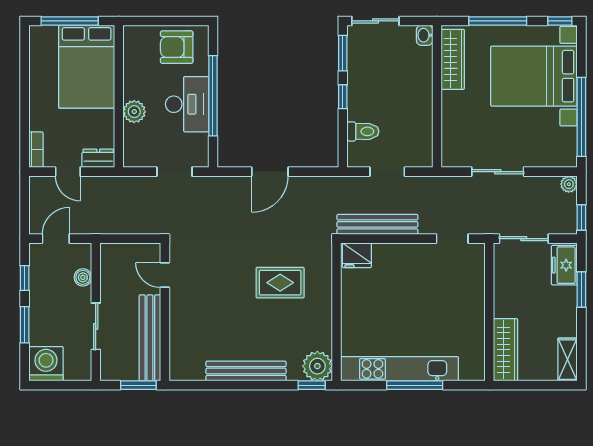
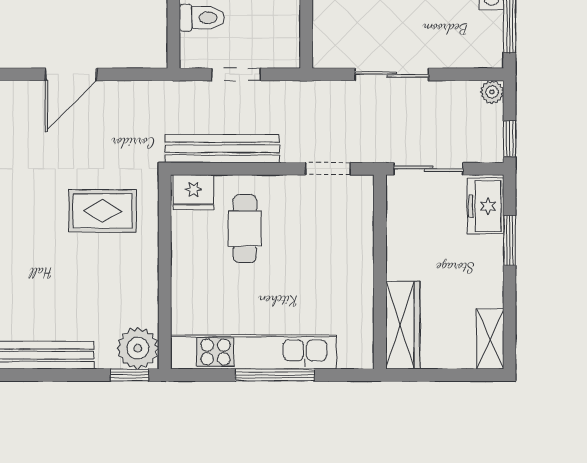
cafe table: (393, 281) -> (245, 229), added
rug: (280, 283) -> (102, 211), moved

